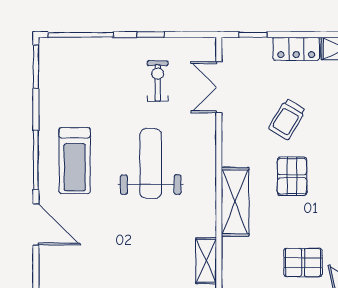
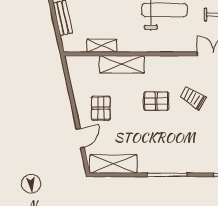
shelving: (235, 202) -> (122, 64), moved

